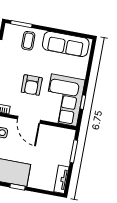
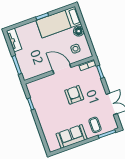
sofa: (66, 44) -> (72, 136), width x0.73
corner sofa: (64, 100) -> (45, 97), removed

